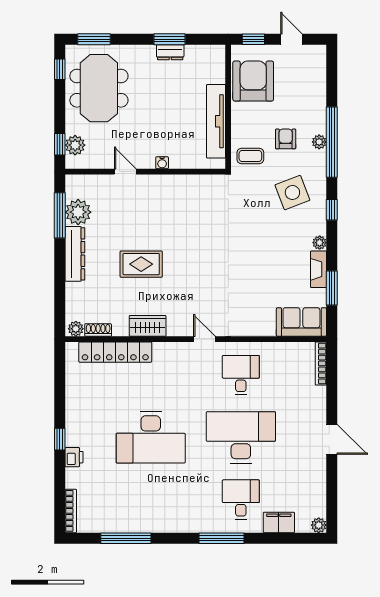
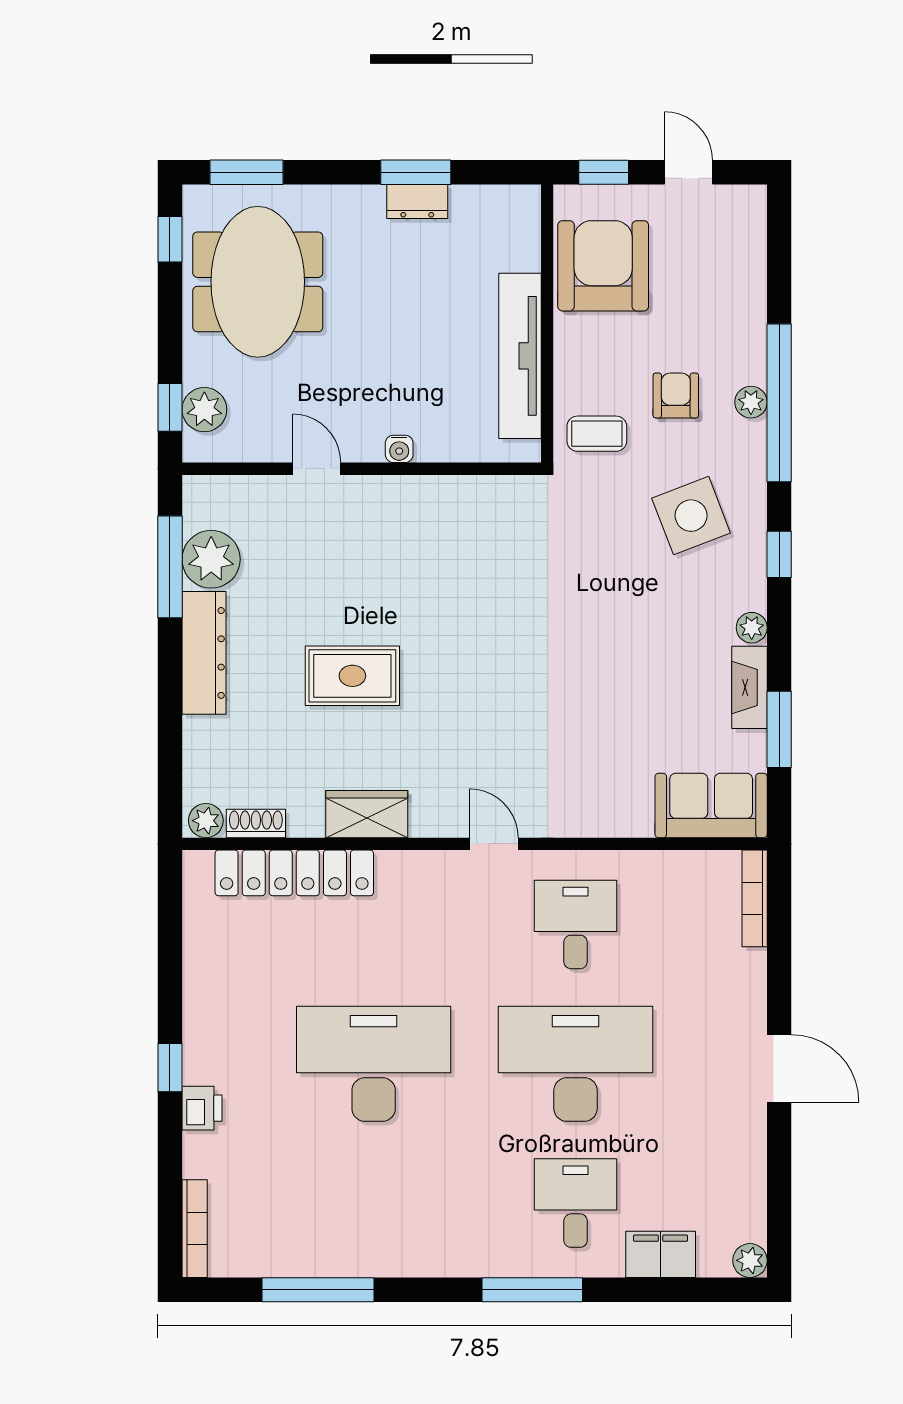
desk: (151, 437) -> (374, 1064), turned 180

